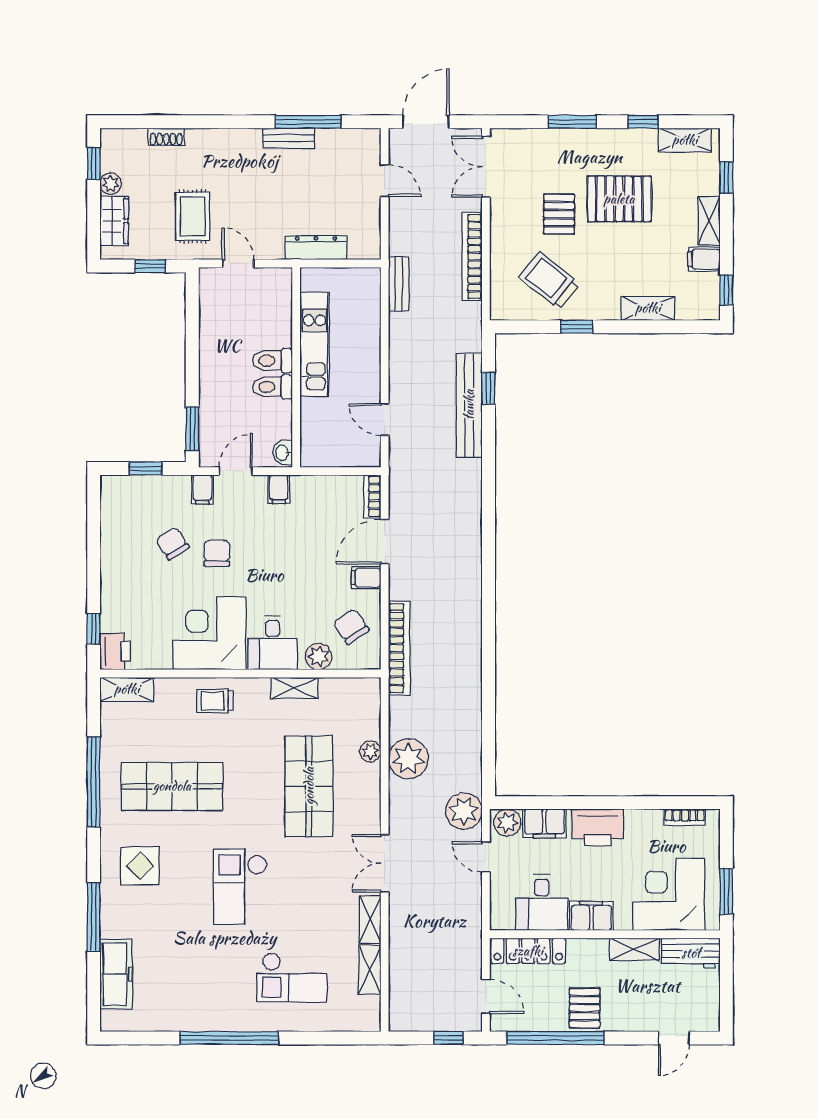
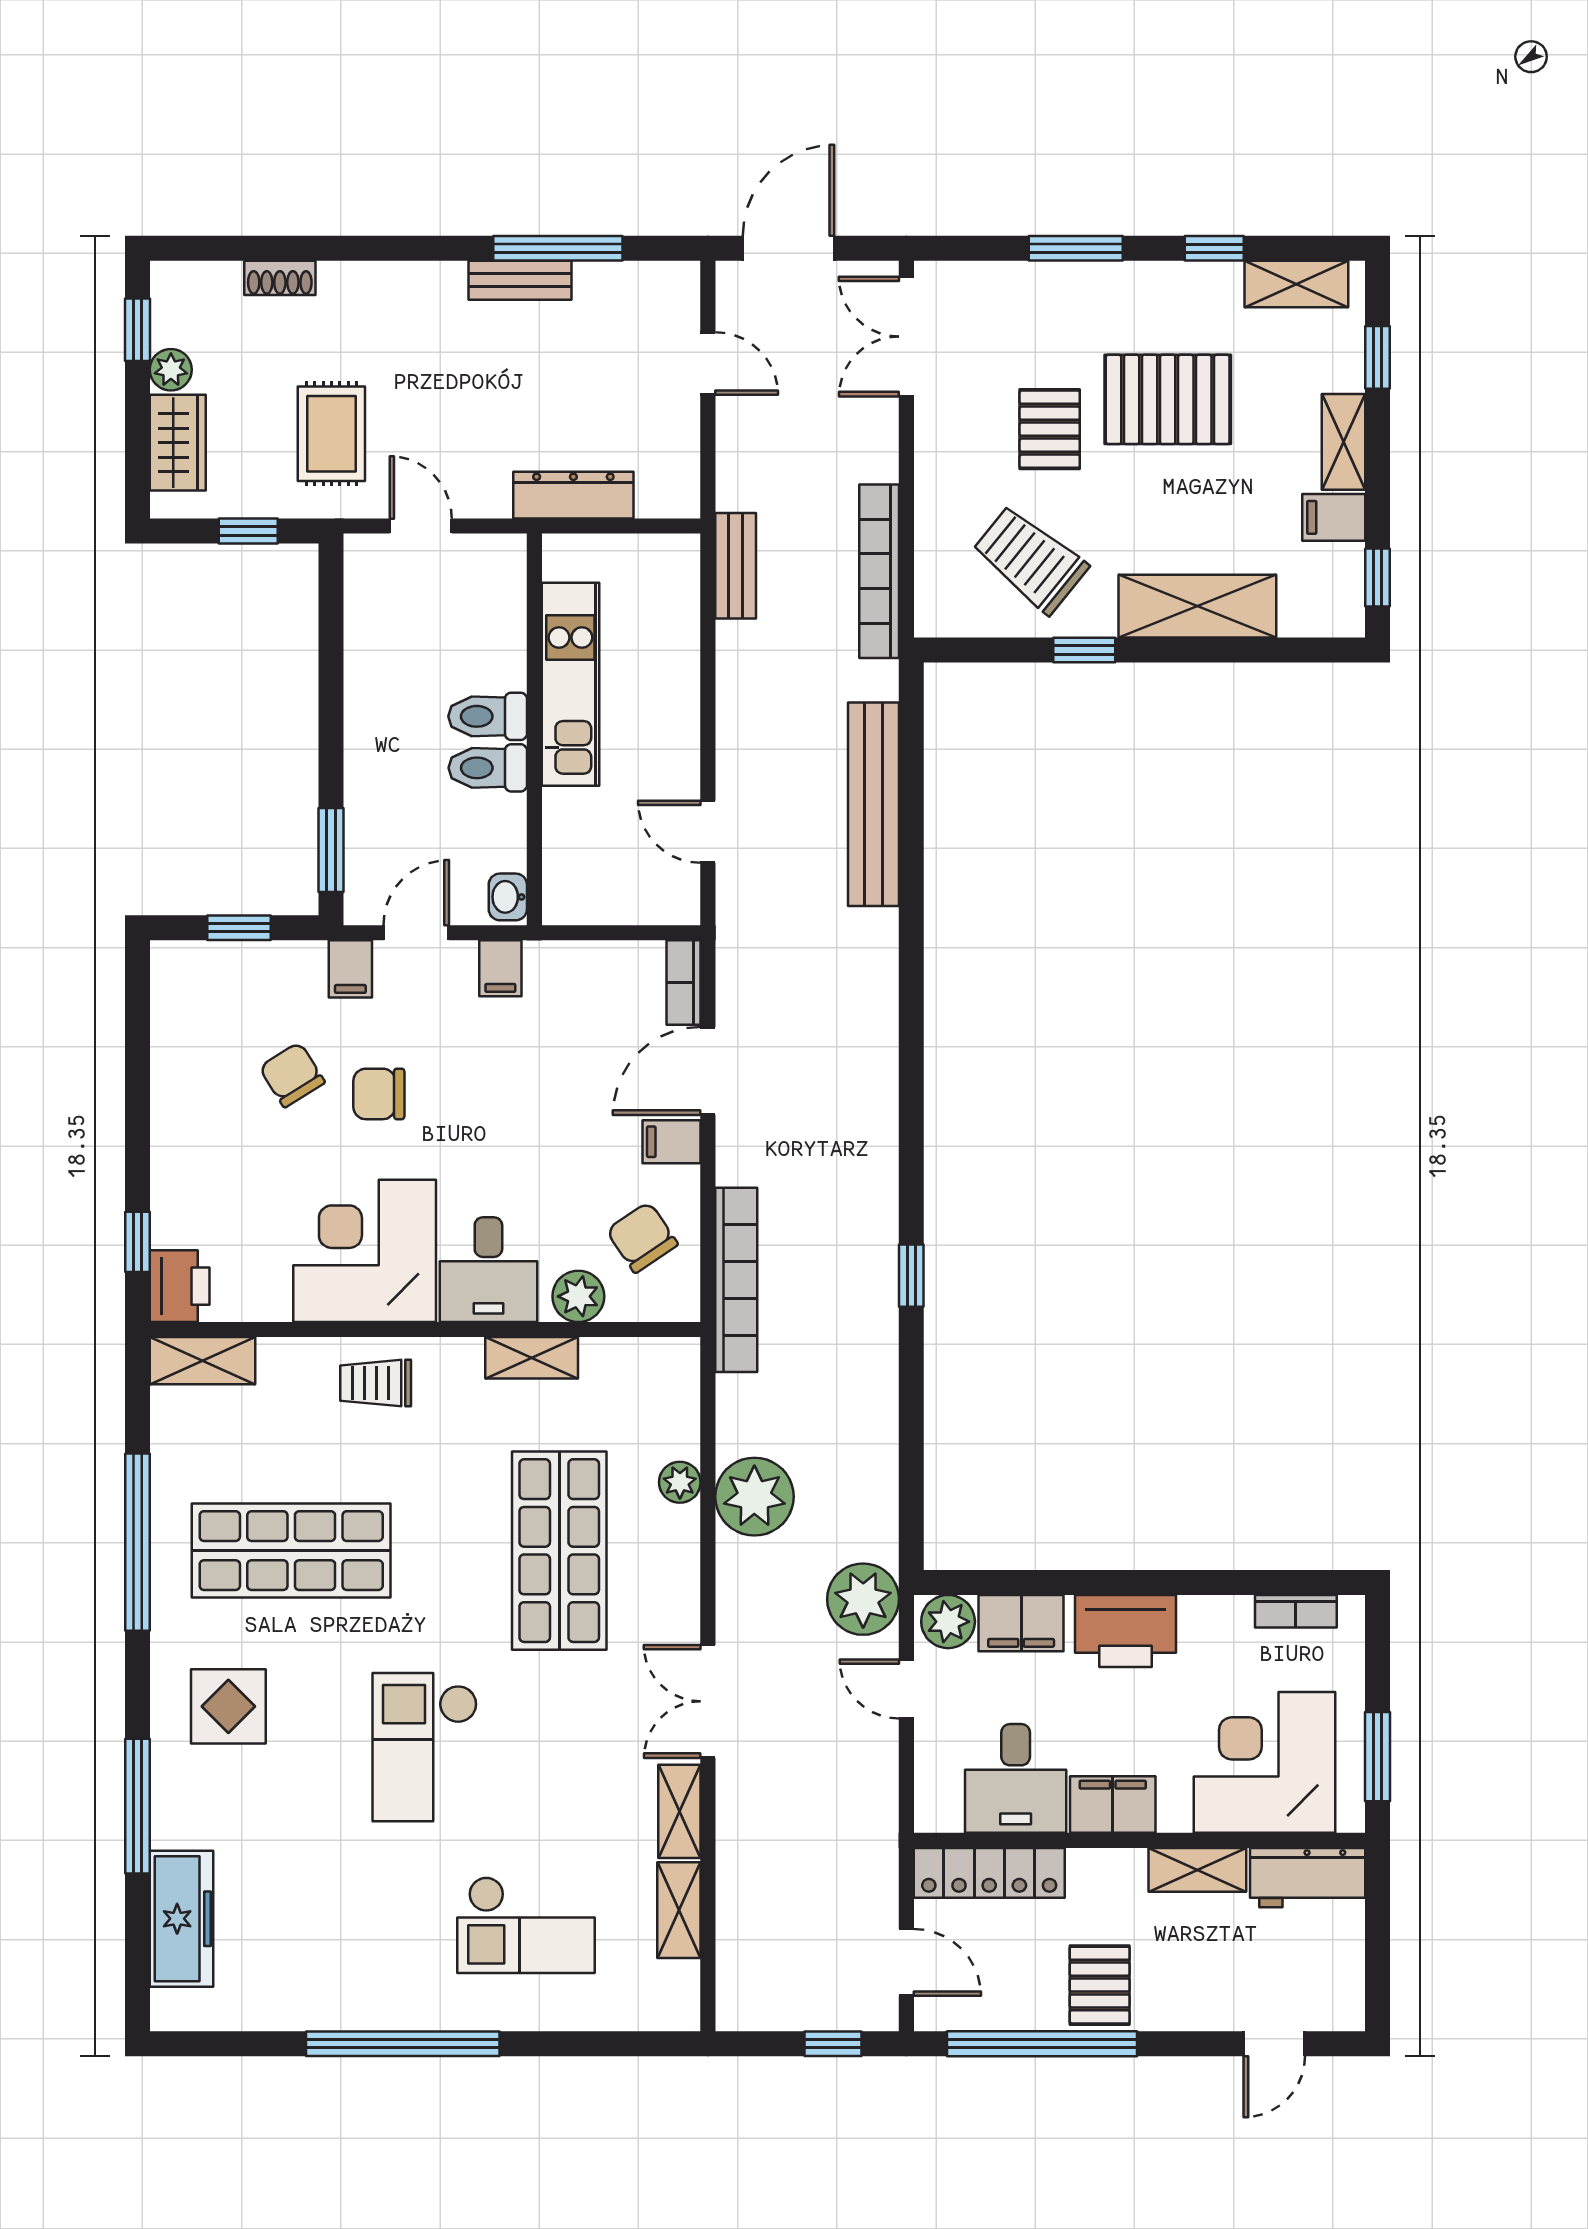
bookcase: (472, 257) -> (879, 571), moved
shelving: (648, 308) -> (1197, 606), width x1.50, depth x1.33
window: (488, 388) -> (911, 1276), moved
chair: (217, 553) -> (379, 1094), turned -90

